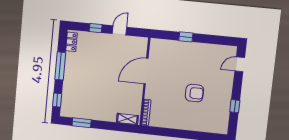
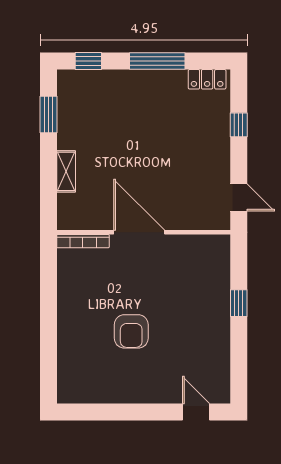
door: (119, 30) -> (239, 197), moved
door: (146, 71) -> (139, 232), moved
window: (235, 106) -> (114, 412), removed
shelving: (127, 119) -> (66, 171), moved

